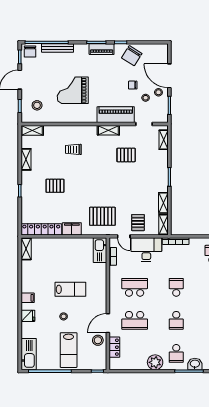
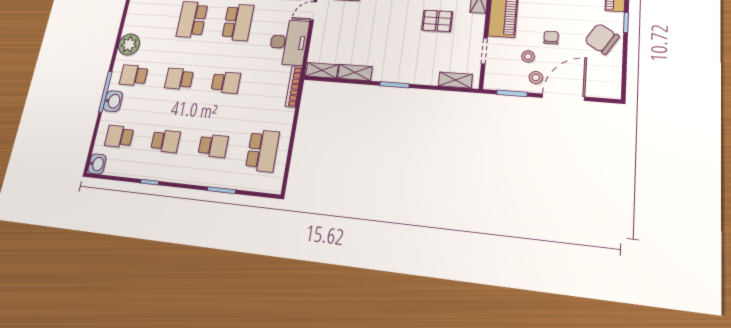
pallet: (126, 155) -> (437, 21), turned 90
pallet: (138, 223) -> (331, 33), removed

